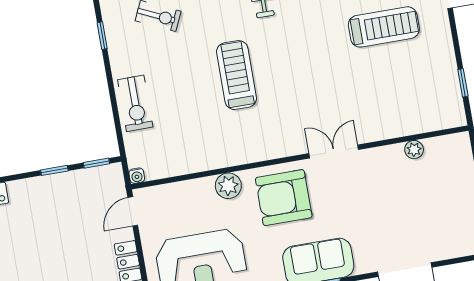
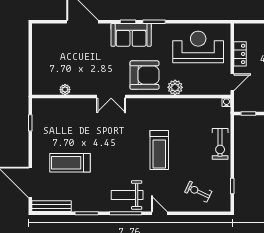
exercise bike: (135, 103) -> (220, 144), turned 180

